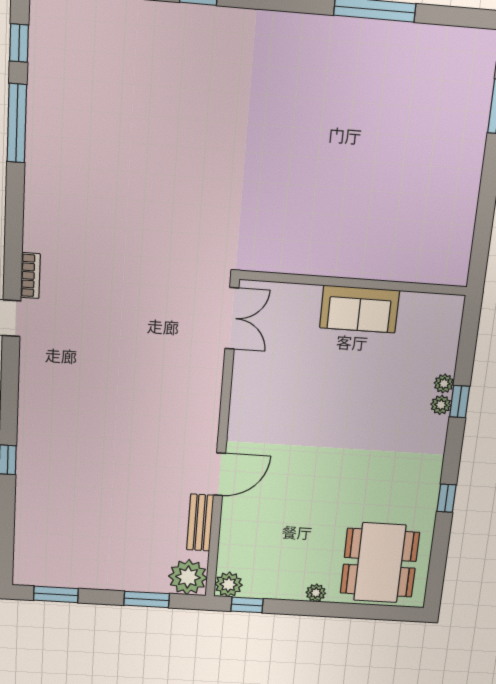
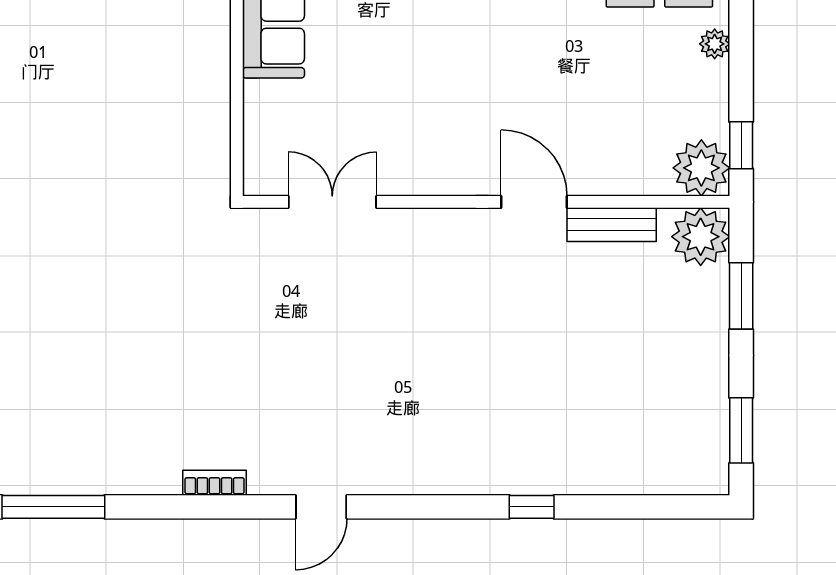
bookcase: (30, 276) -> (215, 483), moved
double door: (232, 318) -> (332, 202), moved
plant: (229, 584) -> (701, 168), width x1.36, depth x1.36

